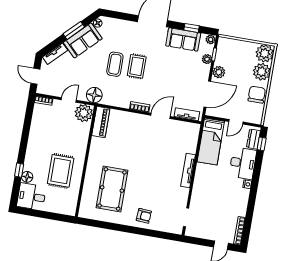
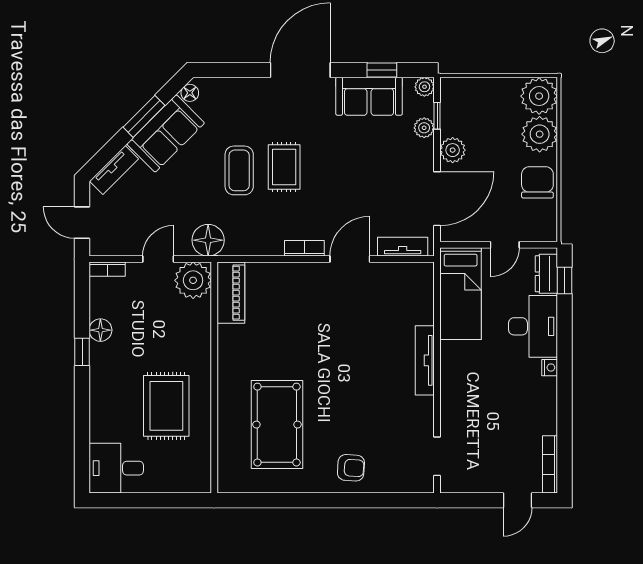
window: (19, 170) -> (82, 352), moved
floor lamp: (27, 177) -> (100, 330), moved

